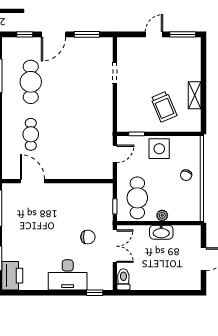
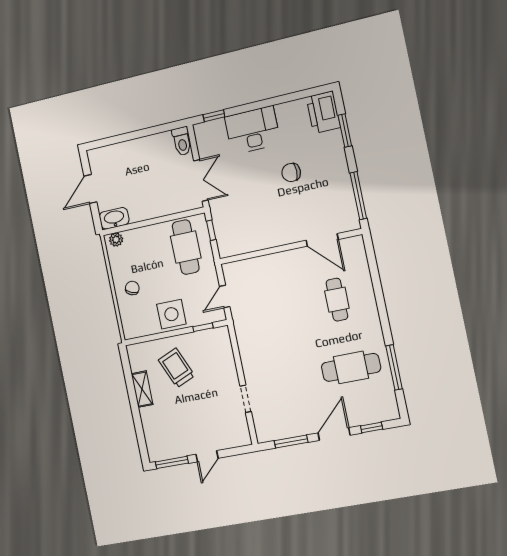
cafe table: (31, 82) -> (351, 367), turned 90
plant: (162, 215) -> (116, 240), moved
washbasin: (161, 232) -> (114, 218), moved
chair: (88, 237) -> (291, 172), moved
double door: (115, 246) -> (201, 180), swing flipped

